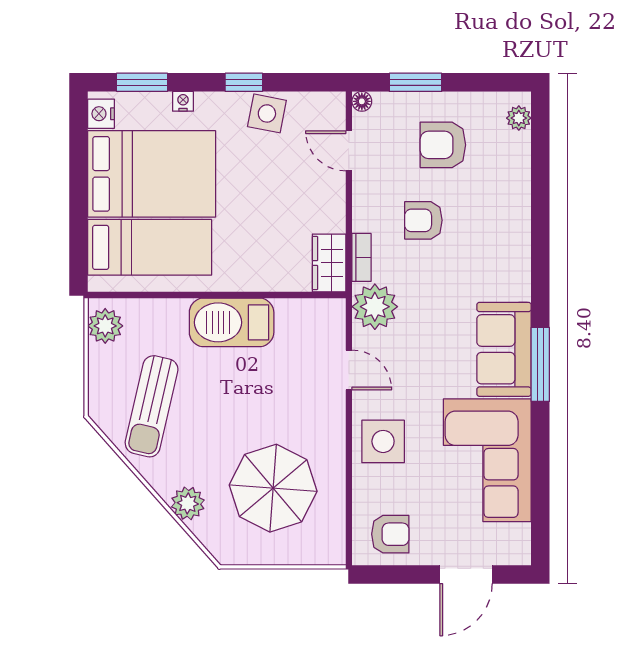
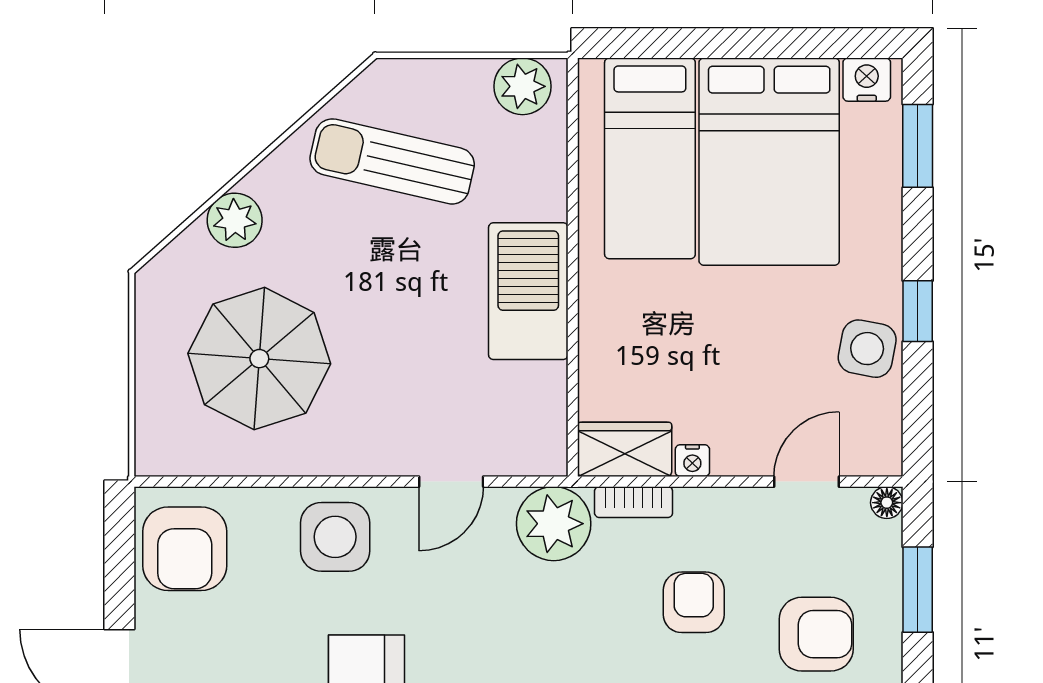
nightstand: (183, 101) -> (692, 461), moved, turned 90
armchair: (443, 145) -> (816, 634), turned 90
armchair: (390, 534) -> (185, 549), width x1.38, depth x1.38

